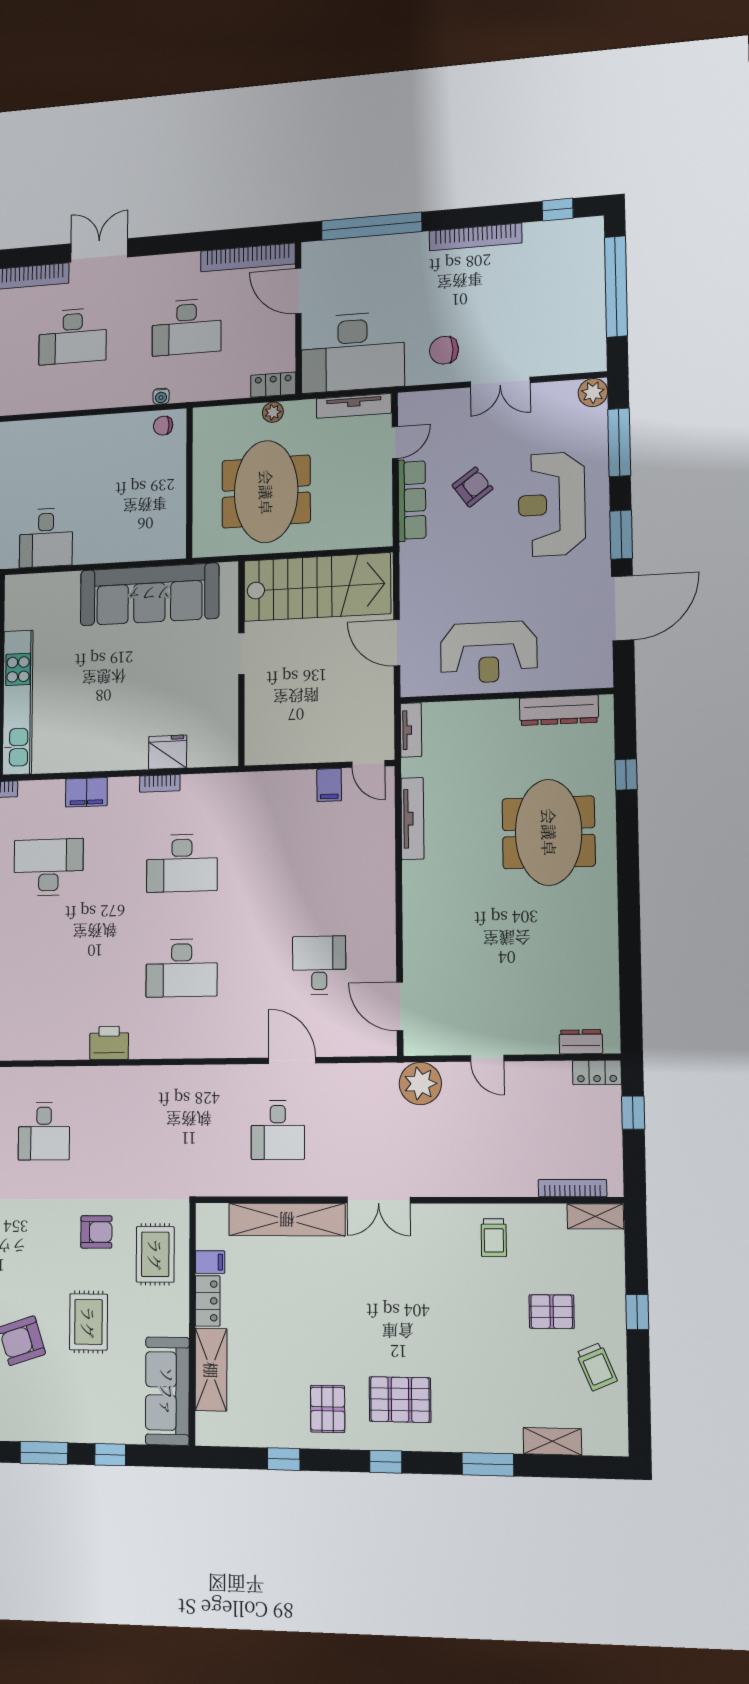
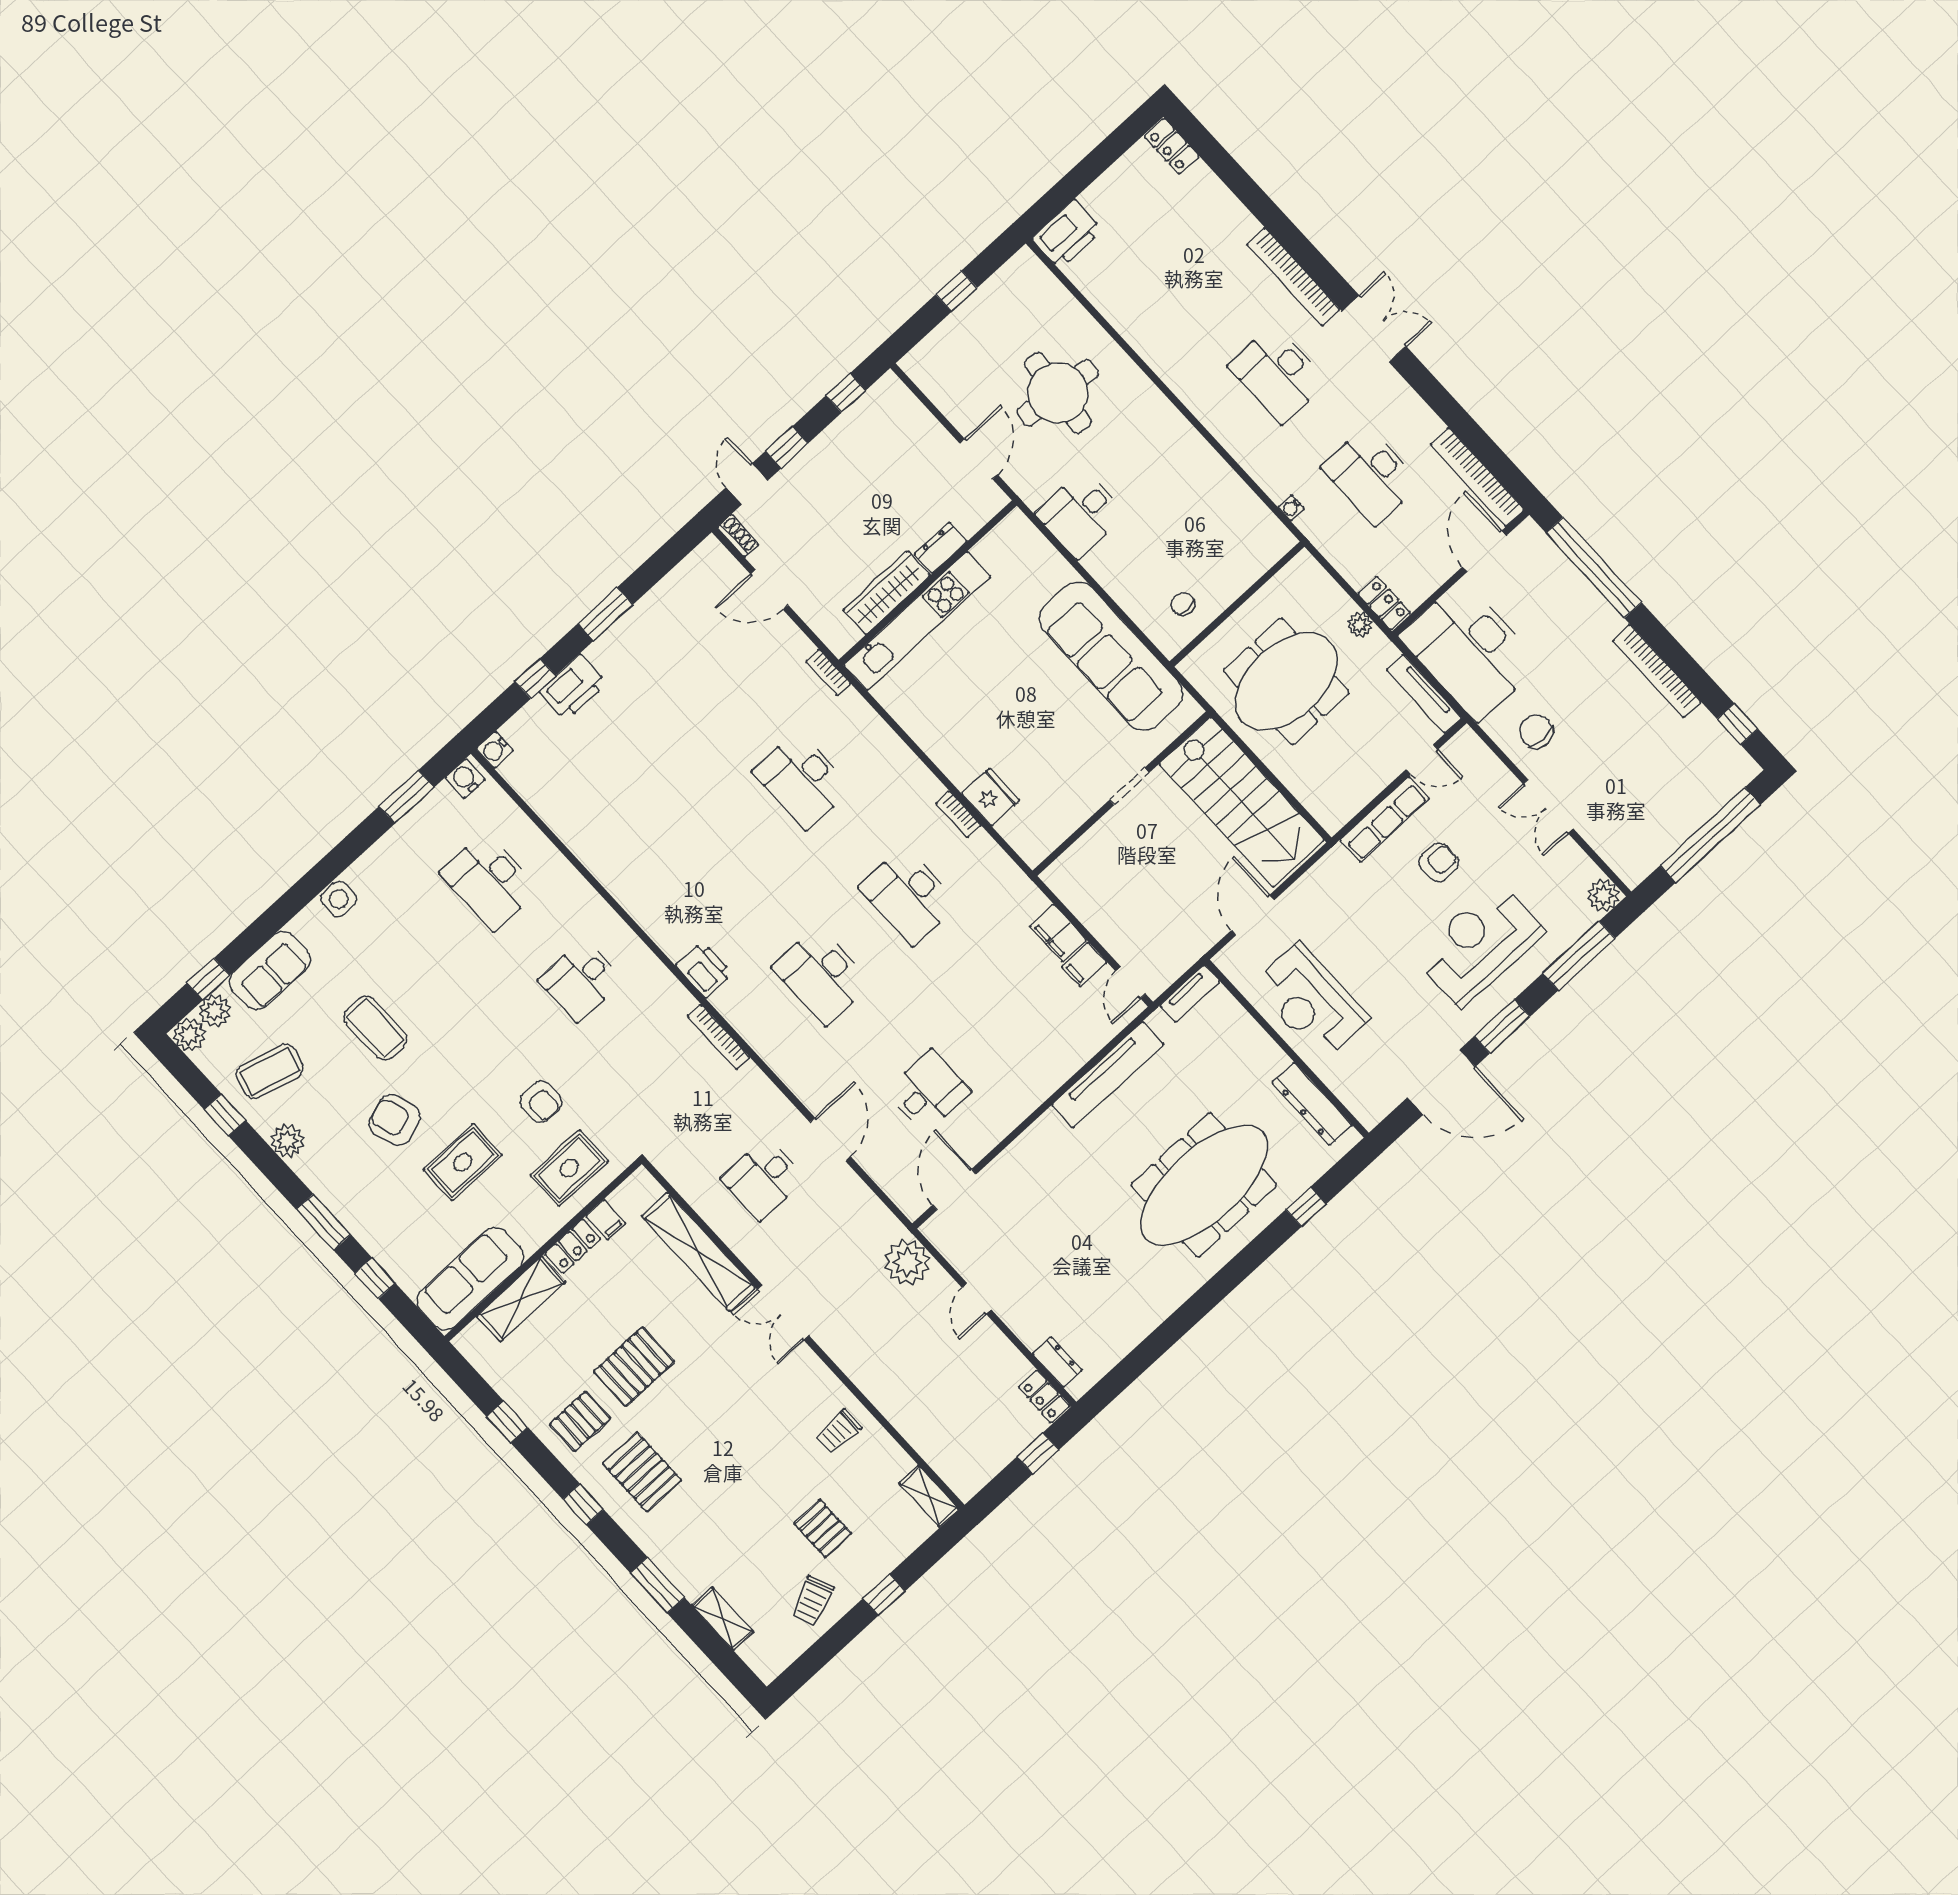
chair: (163, 426) -> (1183, 604), moved
armchair: (473, 487) -> (1439, 862), turned -54
filing cabinet: (86, 792) -> (1058, 933), moved
tv unit: (412, 819) -> (1108, 1075), width x1.36, depth x1.29
meeting table: (549, 832) -> (1204, 1185), width x1.36
desk: (49, 867) -> (802, 780), turned 180
bookcase: (572, 1188) -> (719, 1037), moved, turned 180
pallet: (324, 1336) -> (634, 1367), added

